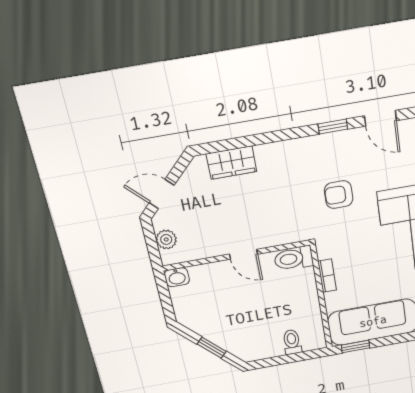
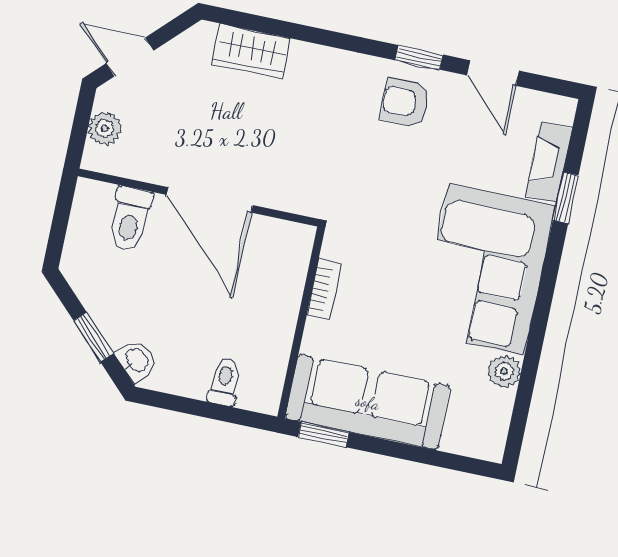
armchair: (339, 195) -> (405, 102), moved
door: (244, 254) -> (210, 200), width x1.87
toilet: (294, 258) -> (130, 219), moved, turned -90
washbasin: (177, 277) -> (136, 361), moved, turned -135

